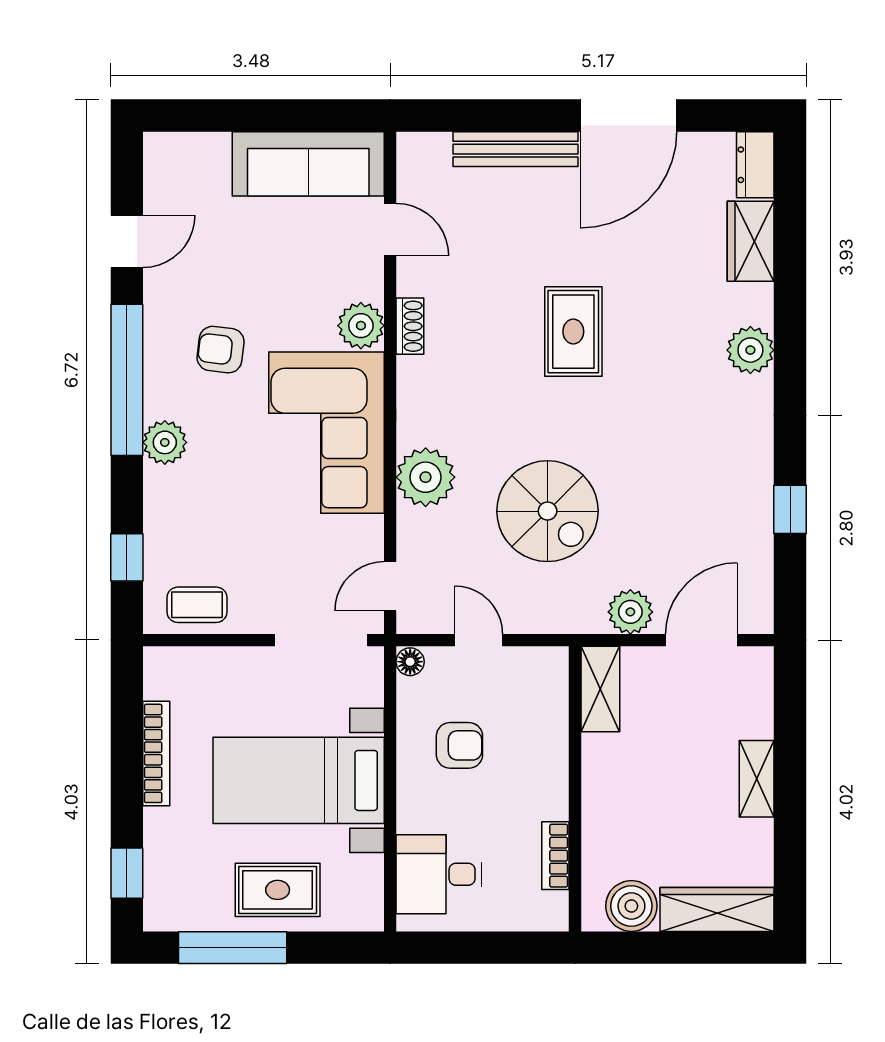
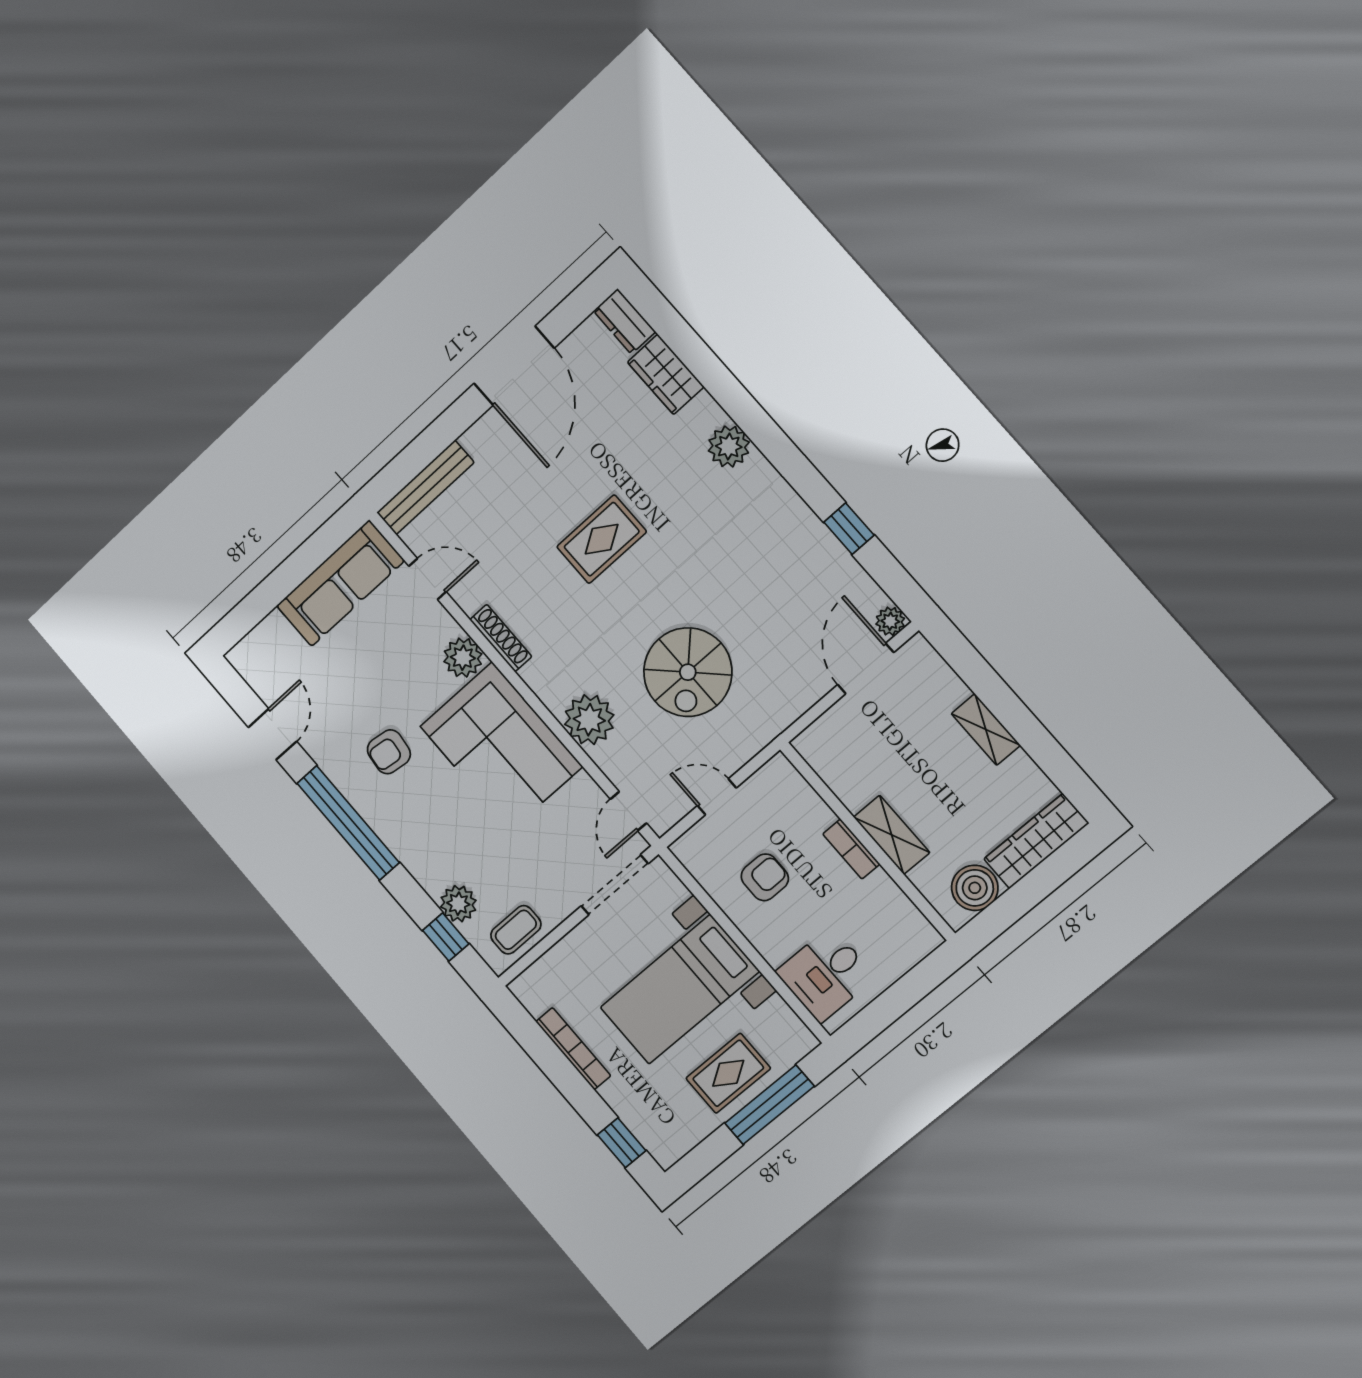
bench: (515, 149) -> (425, 488), moved
shoe rack: (410, 326) -> (501, 638), width x1.43
rug: (573, 332) -> (602, 539), turned 90
plant: (165, 442) -> (458, 904), moved
spiral stairs: (548, 511) -> (688, 672), turned 90
plant: (630, 612) -> (890, 621), moved, width x0.73, depth x0.73
floor lamp: (410, 662) -> (684, 850), removed
shelving: (600, 689) -> (892, 835), moved
bookcase: (555, 856) -> (851, 849), moved
window: (233, 948) -> (769, 1105), moved

